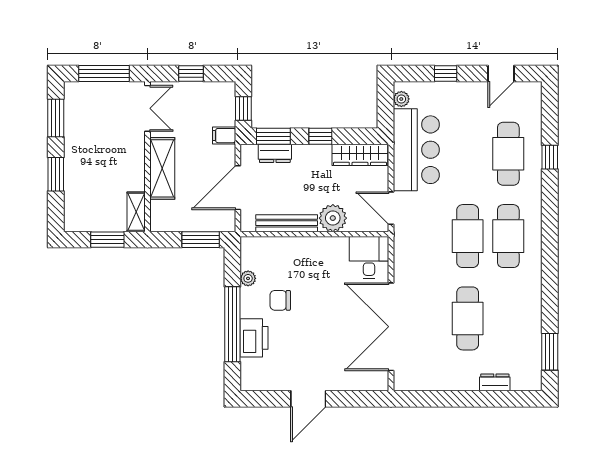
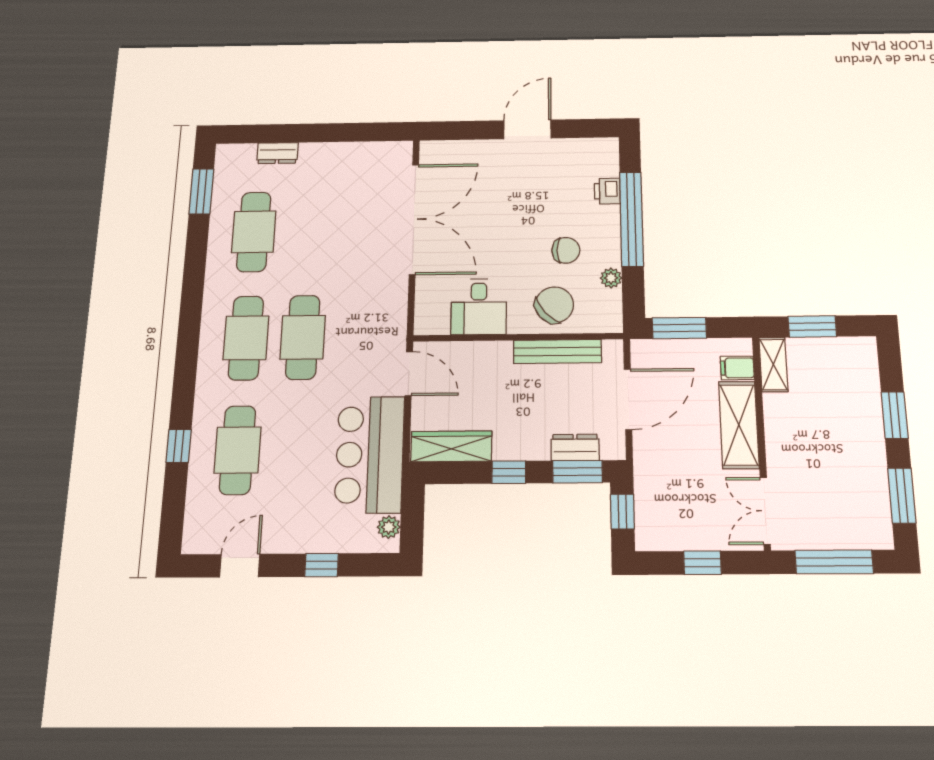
filing cabinet: (224, 136) -> (737, 368), moved, turned 180
plant: (333, 218) -> (492, 359), removed
chair: (289, 258) -> (554, 305), added
desk: (369, 258) -> (479, 307), moved
cafe table: (468, 318) -> (254, 232), moved
printer: (254, 338) -> (607, 191), width x0.53, depth x0.68

